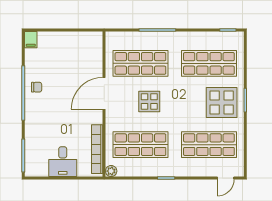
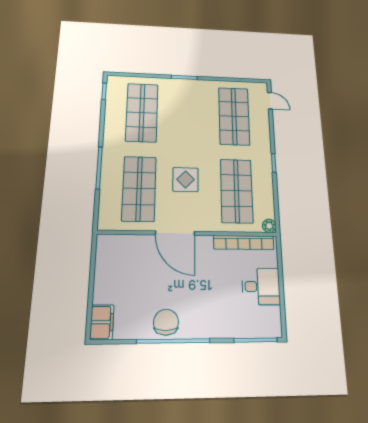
filing cabinet: (31, 40) -> (102, 322), width x2.00
chair: (37, 87) -> (166, 322), width x1.87, depth x1.87
display table: (222, 103) -> (187, 101), removed

